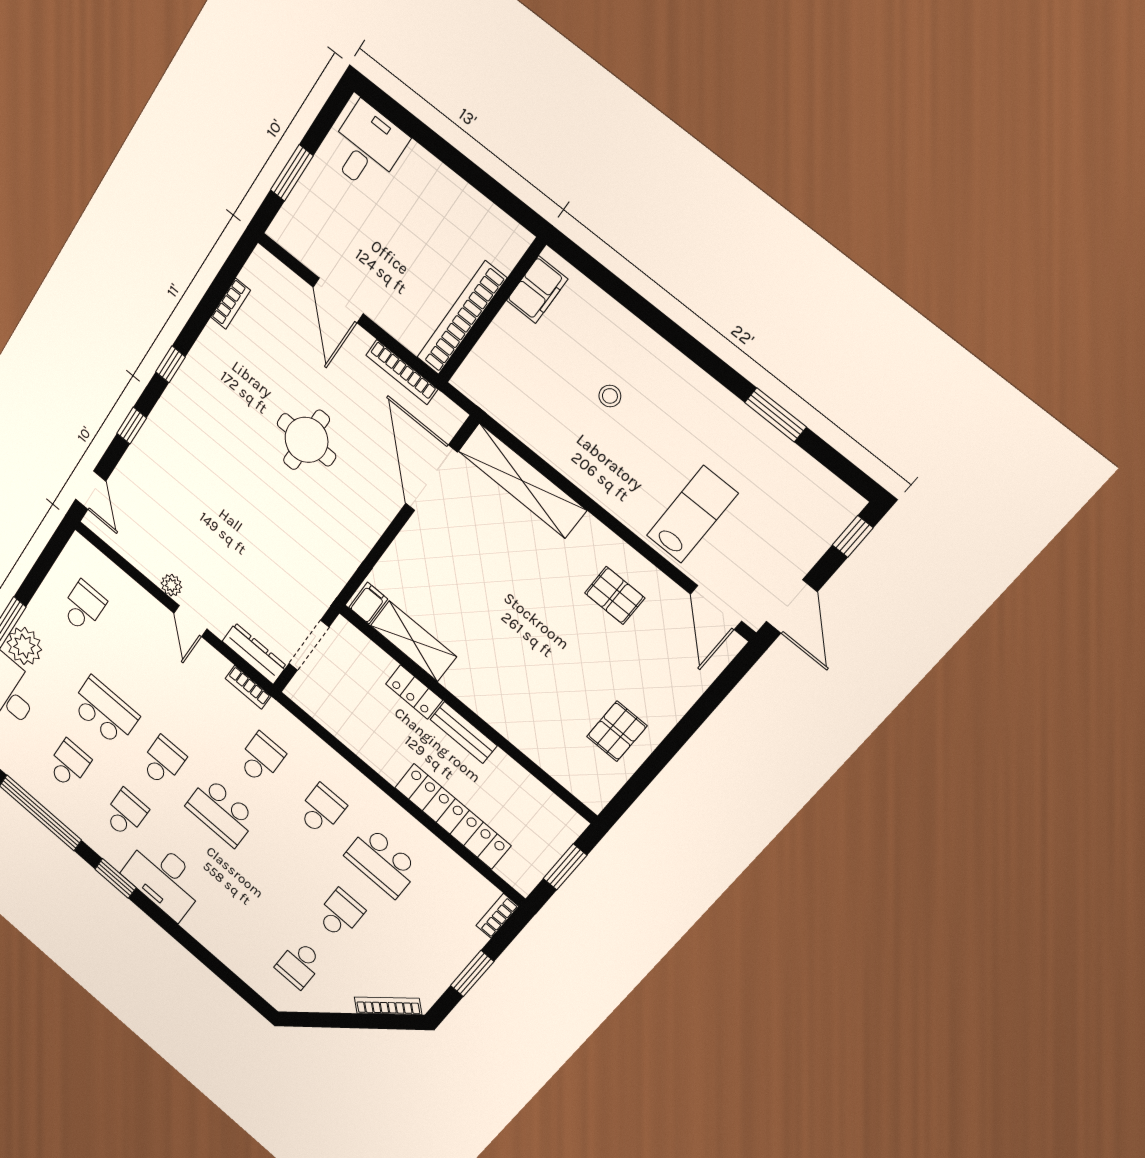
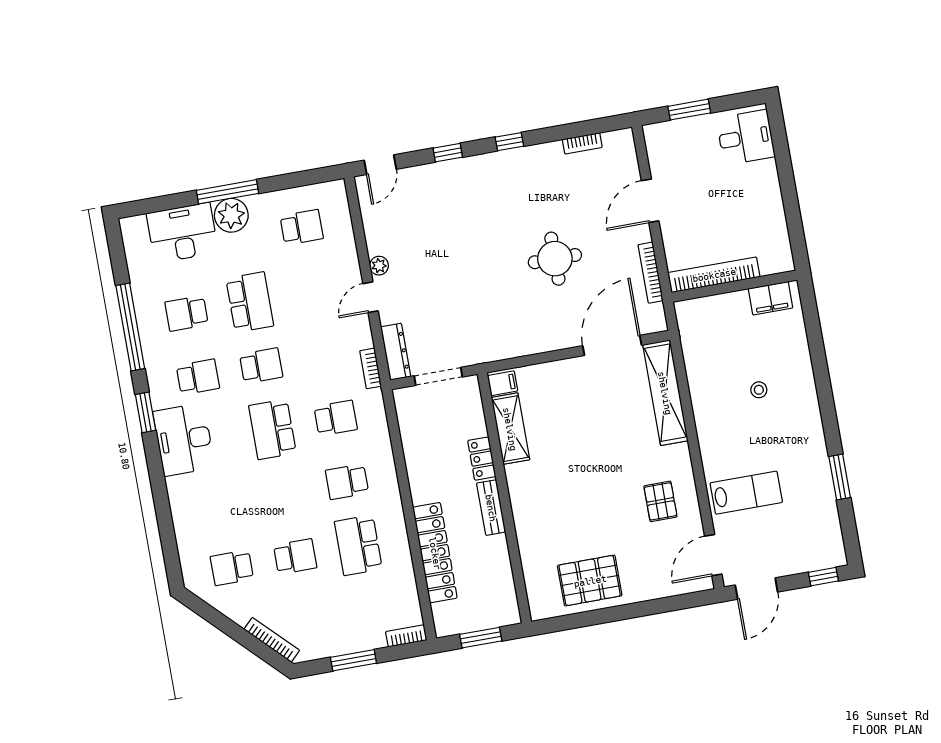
pallet: (617, 731) -> (590, 581), width x1.50, depth x1.42
school desk: (69, 764) -> (187, 313), turned 180
school desk: (321, 810) -> (347, 482), turned 180

